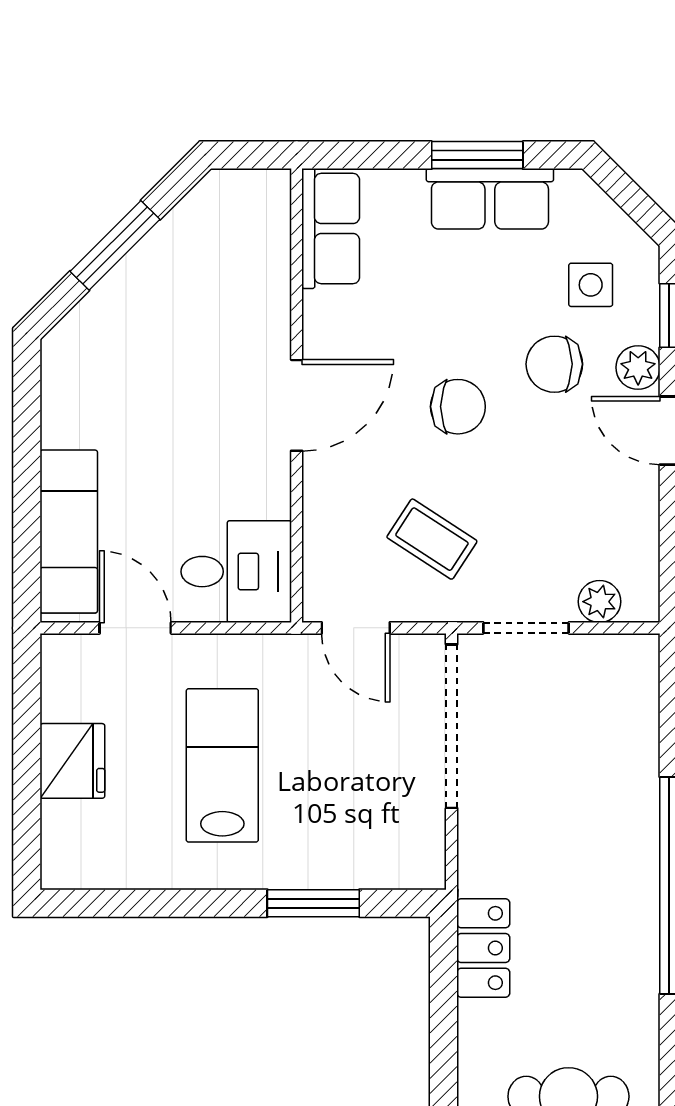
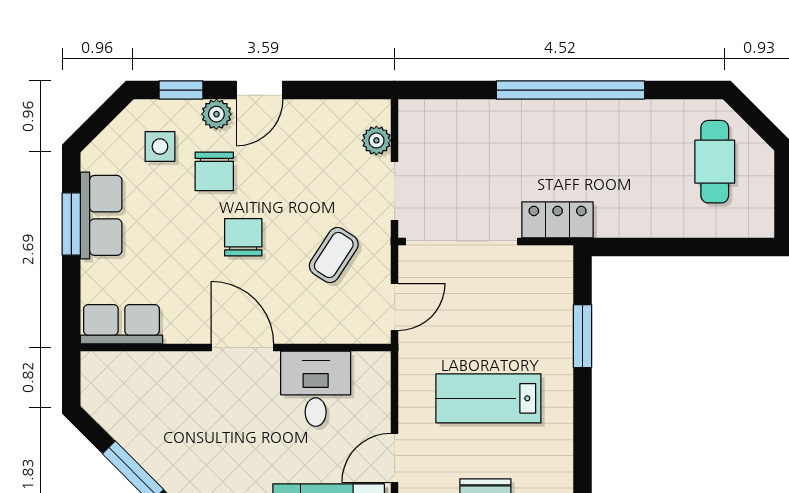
desk: (236, 572) -> (316, 389), moved
locker: (483, 948) -> (558, 220), moved

